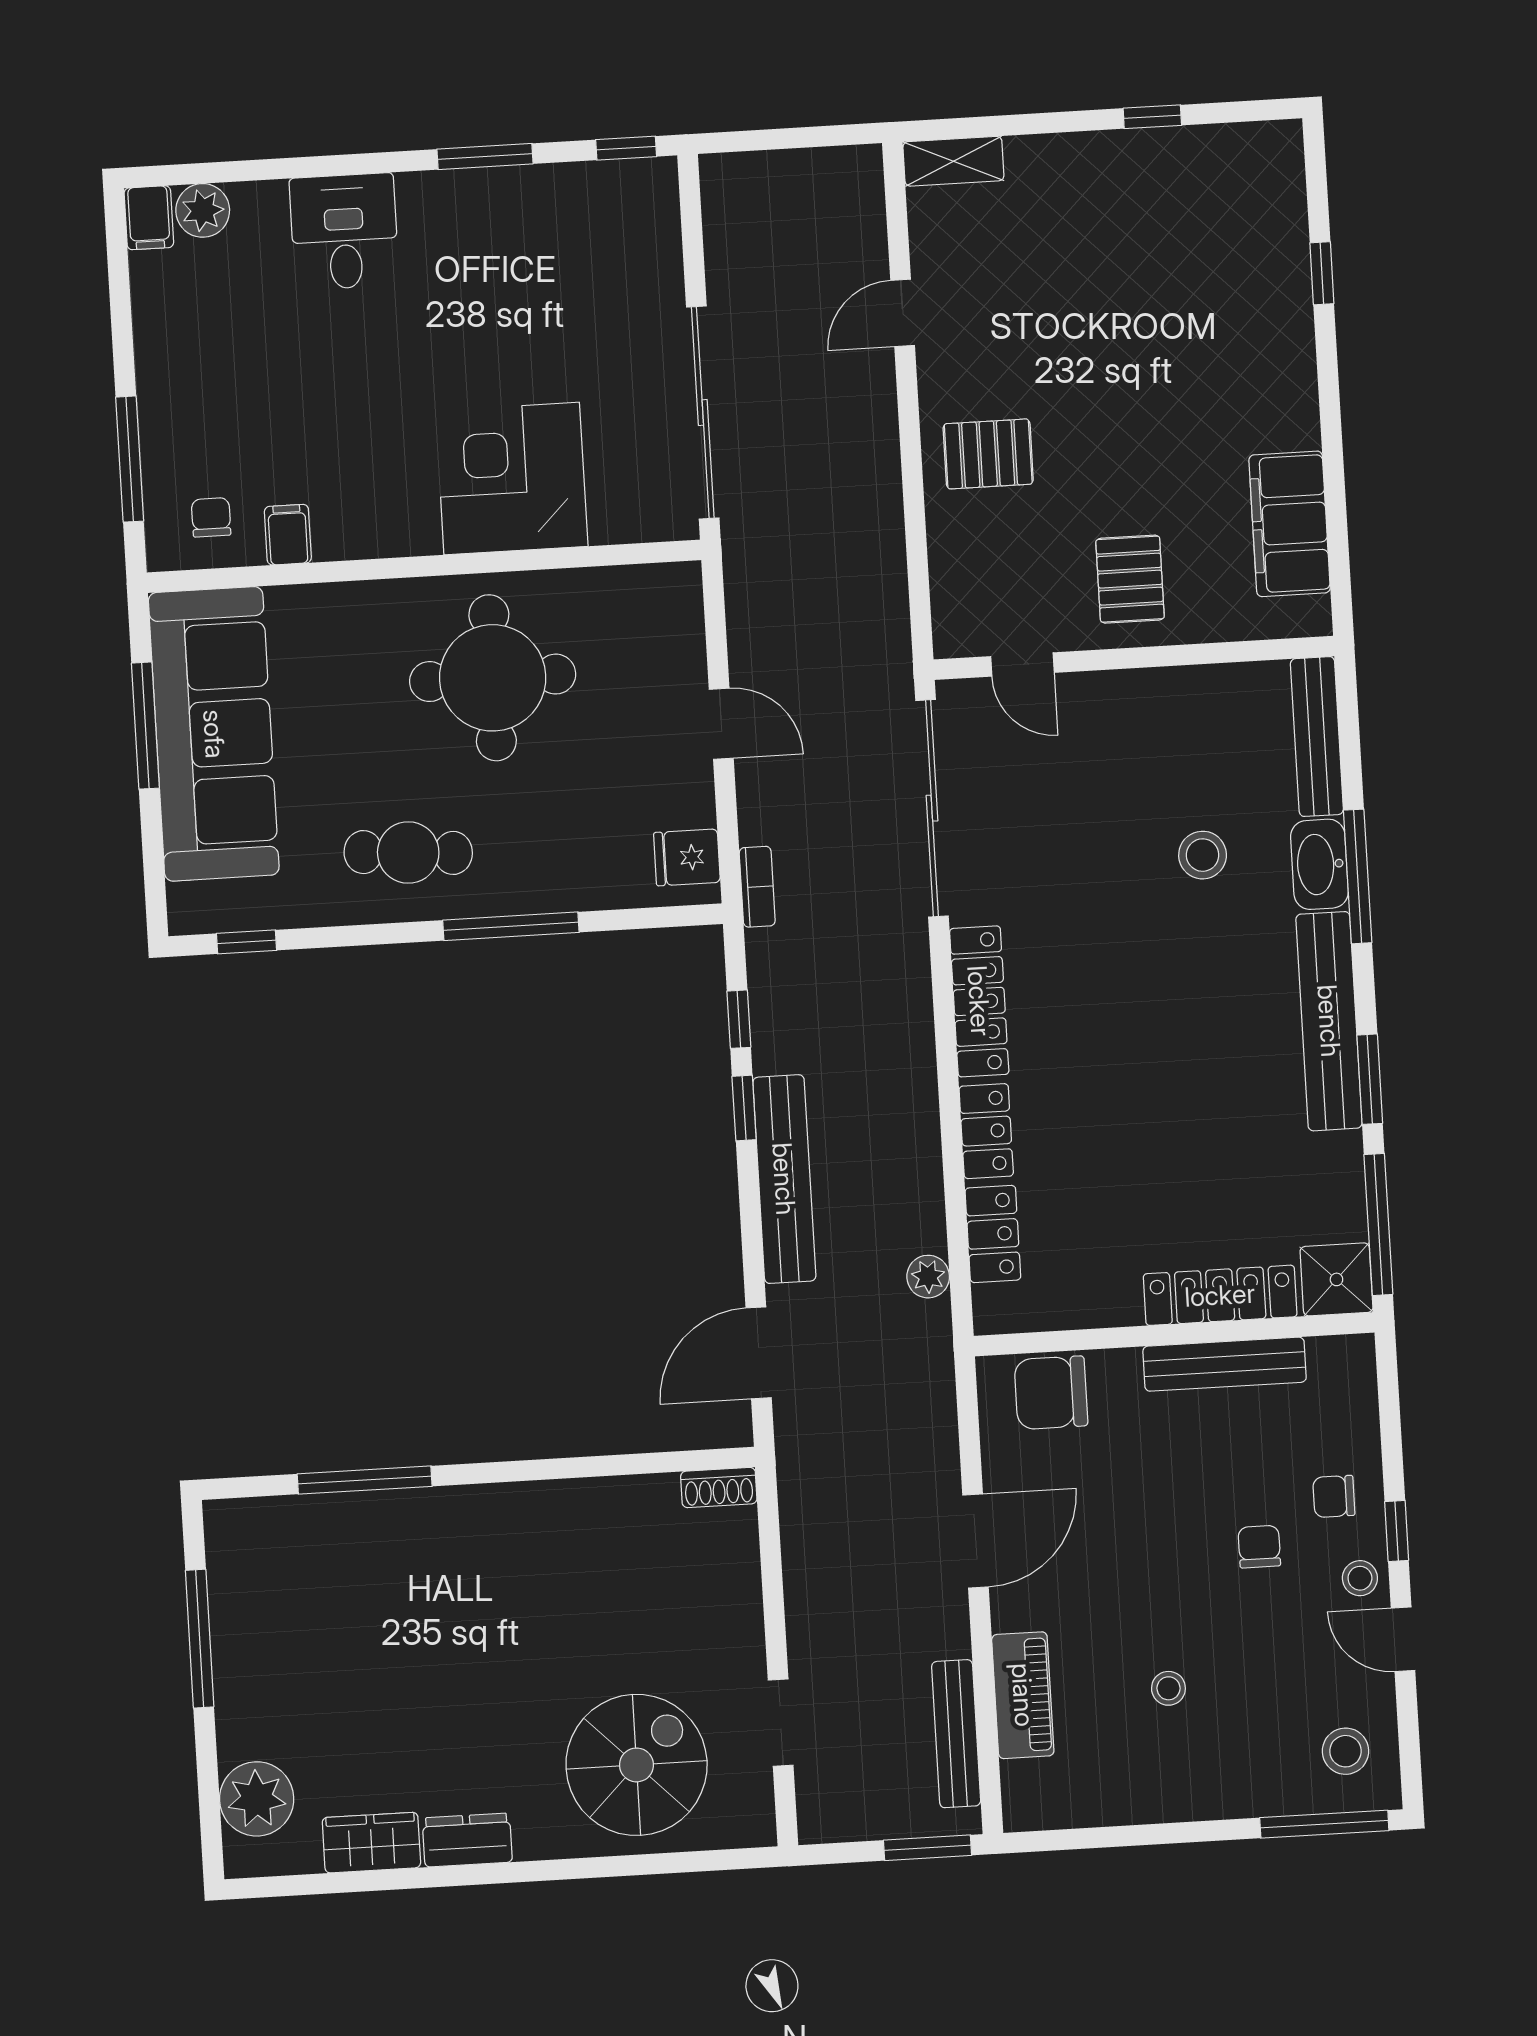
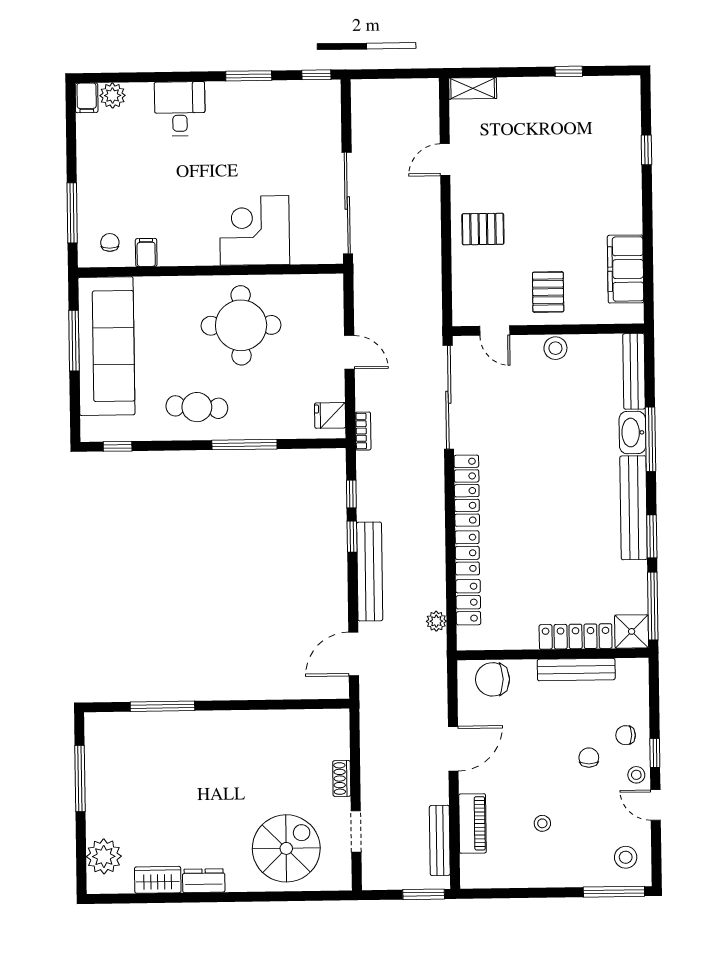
stool: (1203, 855) -> (555, 348), moved
shoe rack: (719, 1488) -> (342, 778), moved, turned 90

